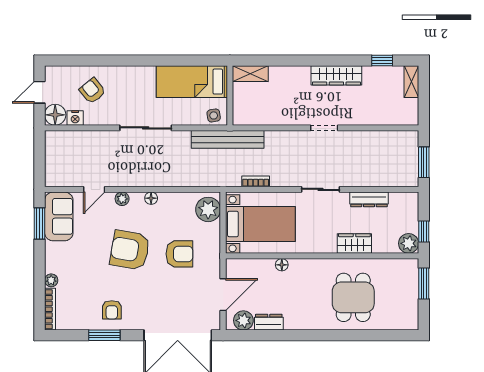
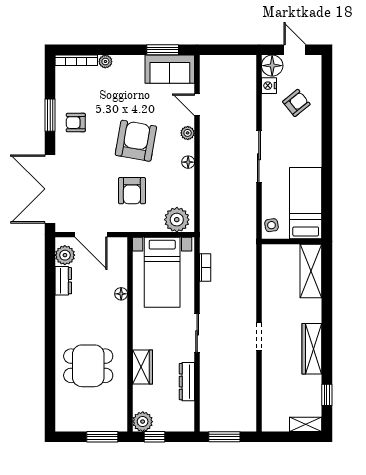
shelving: (250, 74) -> (311, 271), width x1.50, depth x1.33
bench: (228, 139) -> (247, 239), removed

